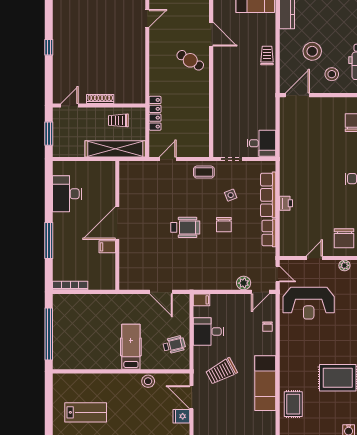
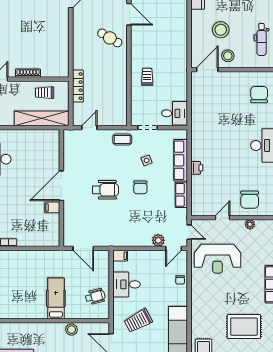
trolley: (267, 55) -> (147, 77), moved
stool: (332, 74) -> (228, 56), moved
door: (117, 223) -> (61, 186), moved
wall: (117, 225) -> (61, 188), moved
filing cabinet: (107, 247) -> (52, 207), moved

